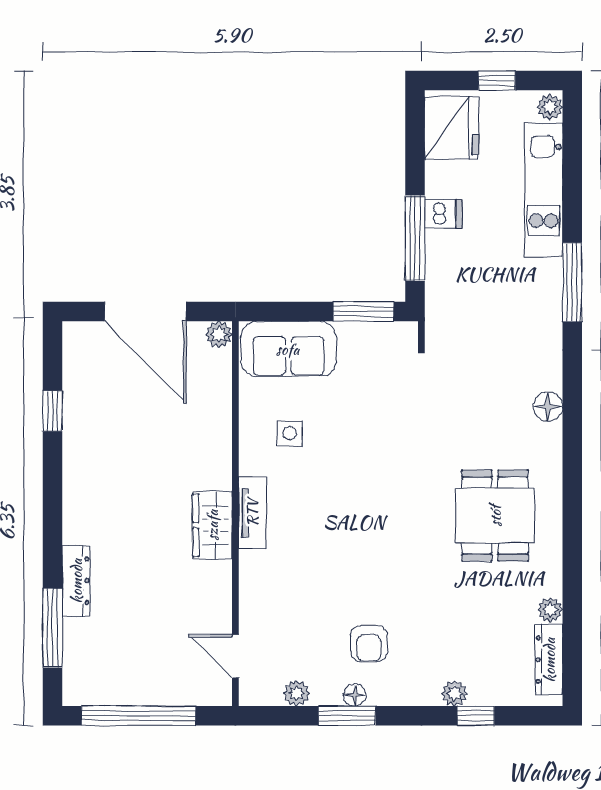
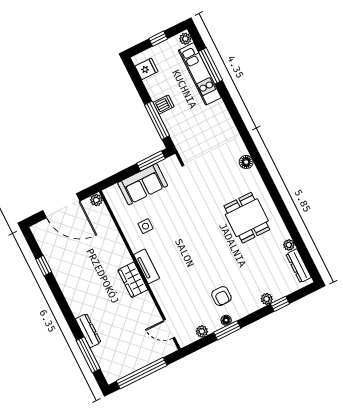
fridge: (452, 128) -> (146, 69), width x0.53, depth x0.75
window: (572, 282) -> (210, 66), moved
sofa: (288, 349) -> (143, 184), moved

